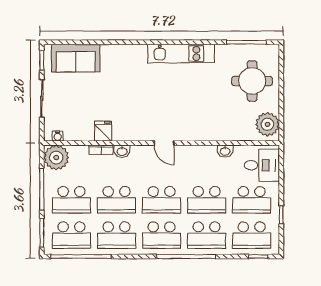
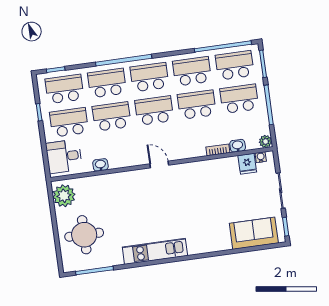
fridge: (103, 131) -> (247, 164), moved
washbasin: (122, 151) -> (238, 146), moved
plant: (56, 158) -> (266, 141), width x0.53, depth x0.53

